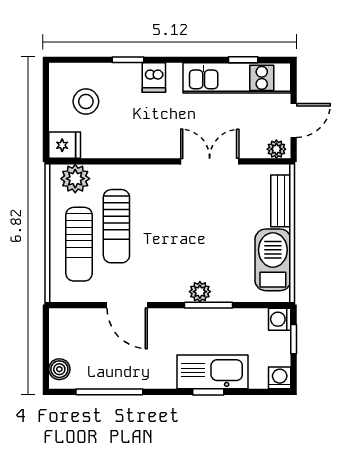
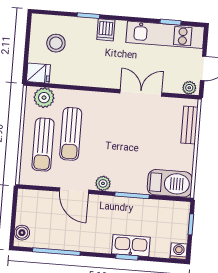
barbecue: (273, 260) -> (170, 183), moved, turned 90
plant: (200, 292) -> (103, 183), moved
washing machine: (280, 319) -> (182, 209), removed
kitchen sink: (212, 372) -> (131, 246), width x0.73, depth x0.81

